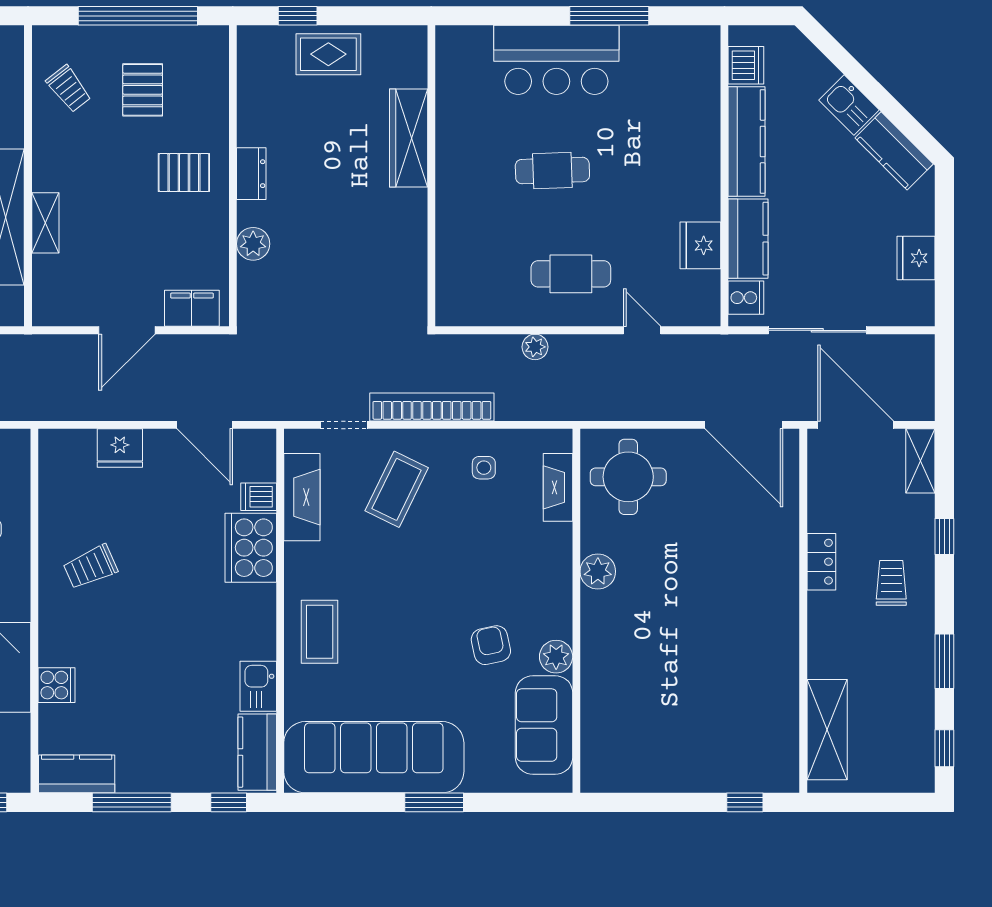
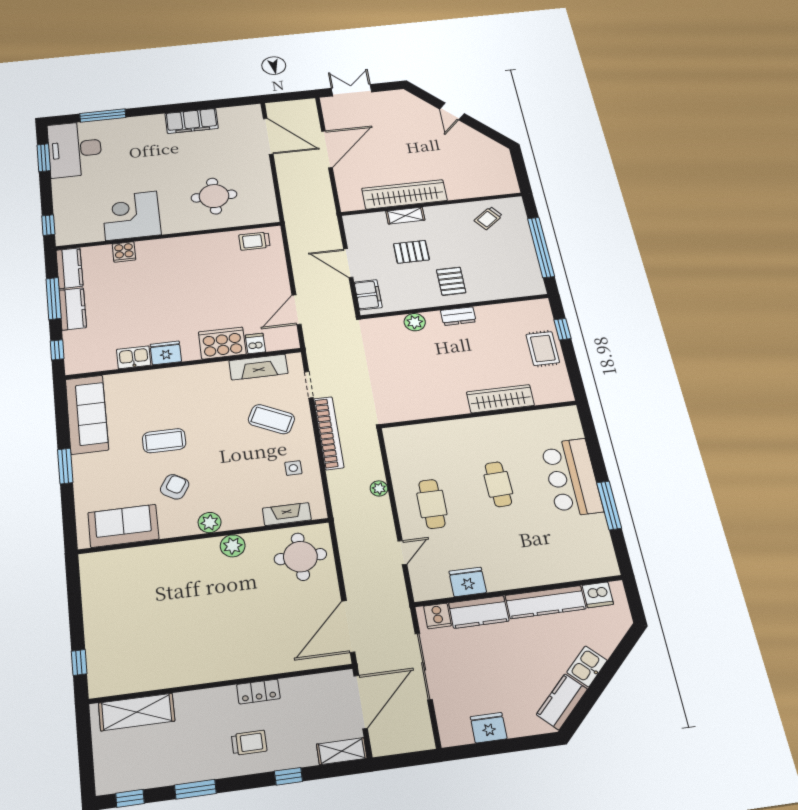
pallet: (143, 90) -> (411, 252), moved
fridge: (120, 448) -> (166, 353), moved, turned 90
trolley: (90, 567) -> (254, 241), moved, turned -66
coffee table: (320, 632) -> (164, 441), moved
armchair: (491, 645) -> (175, 487), turned -46
plant: (556, 657) -> (210, 523), moved
kitchen counter: (257, 752) -> (73, 309), moved, turned 90
sofa: (374, 757) -> (87, 414), width x0.74, depth x0.79

